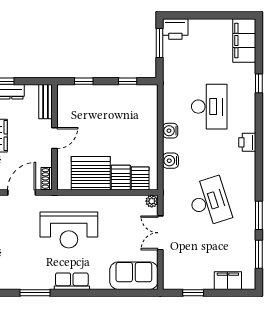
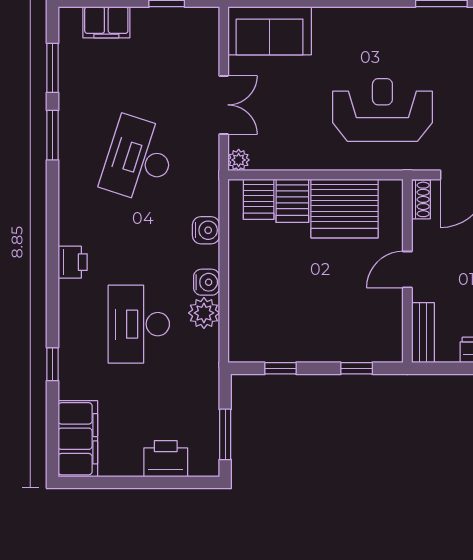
printer: (175, 29) -> (166, 459), moved
plant: (172, 113) -> (204, 313), added
desk: (209, 202) -> (139, 159), turned 36
row of seats: (72, 281) -> (377, 21), removed

